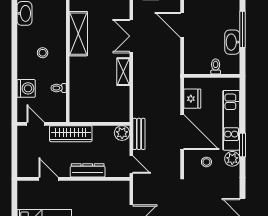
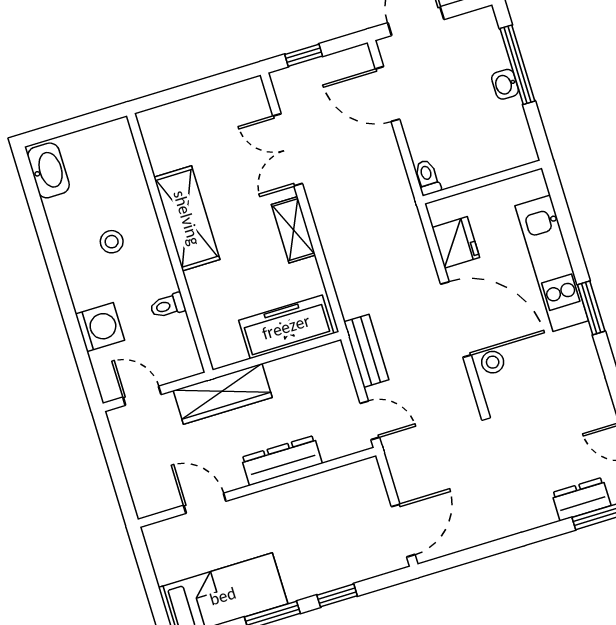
shelving: (78, 34) -> (187, 218), moved
washbasin: (232, 42) -> (505, 84), width x0.52, depth x0.69
toilet: (216, 67) -> (427, 177), moved
freezer: (107, 113) -> (286, 327), added
plant: (122, 133) -> (330, 360), removed
plant: (232, 159) -> (579, 344), removed
stool: (206, 162) -> (493, 362), moved

